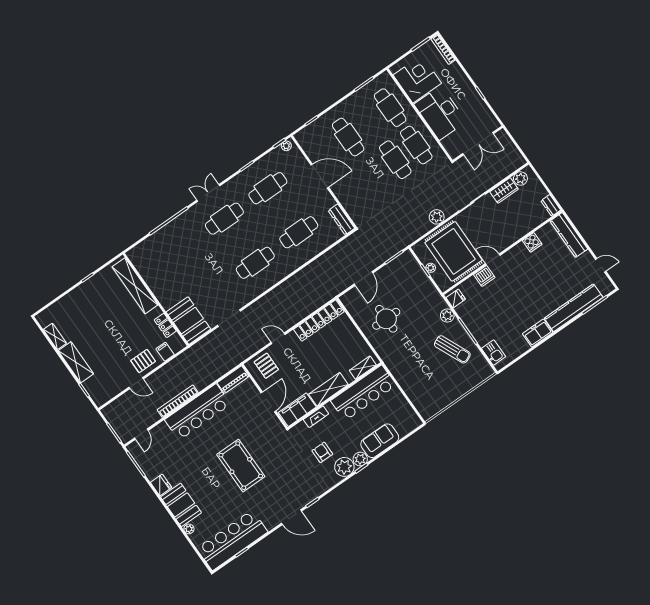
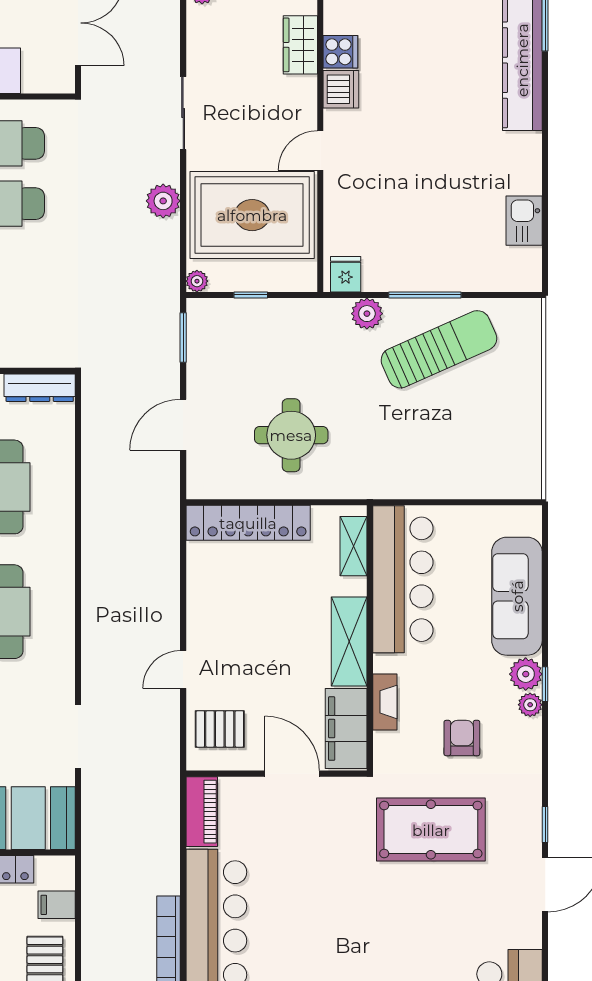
wardrobe: (504, 190) -> (300, 45), moved, turned 180
plant: (431, 268) -> (197, 281), moved
dishwasher: (484, 276) -> (341, 89), moved
door: (363, 279) -> (183, 425), swing flipped
locker: (319, 321) -> (248, 523), moved, turned 90
freezer: (538, 333) -> (522, 163), removed
sun lounger: (452, 349) -> (439, 349), width x1.36, depth x1.34
kitchen sink: (494, 352) -> (524, 221), moved, turned -90
sofa: (380, 441) -> (517, 596), width x1.36
armchair: (322, 452) -> (462, 738), turned 90
pool table: (241, 466) -> (431, 830), moved
plant: (344, 467) -> (530, 705), width x0.53, depth x0.53

